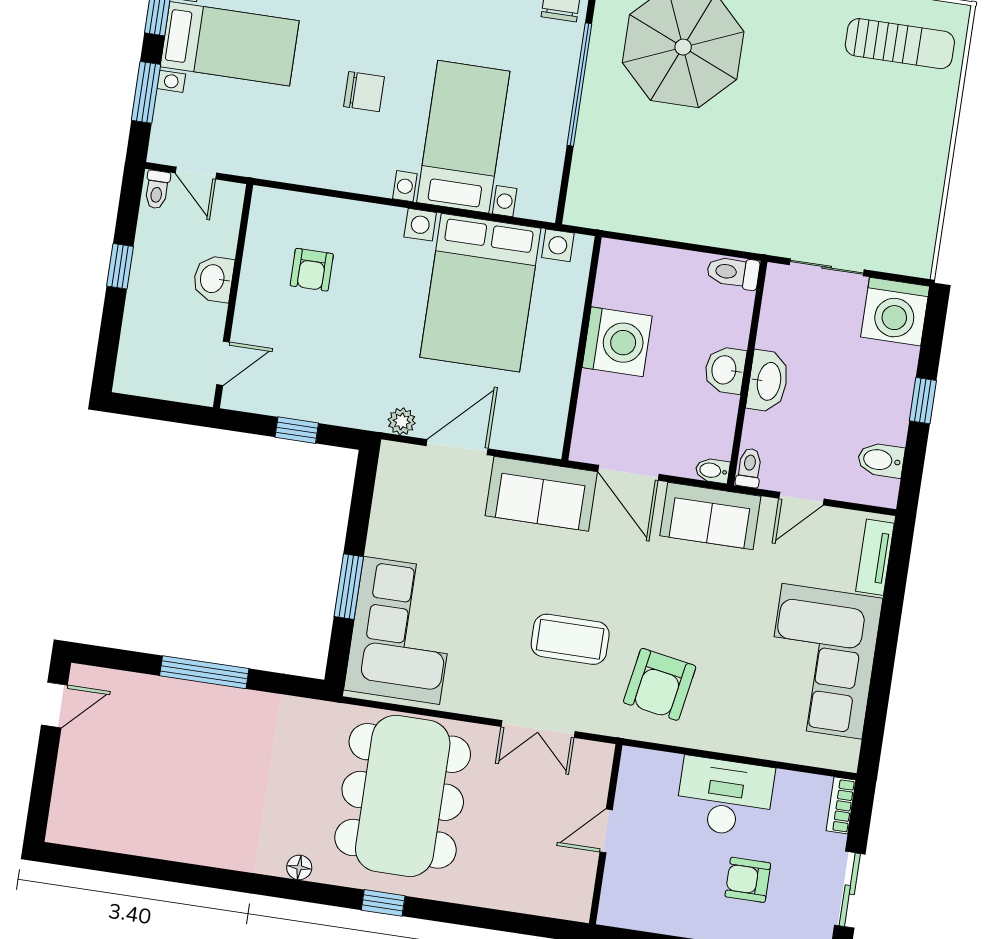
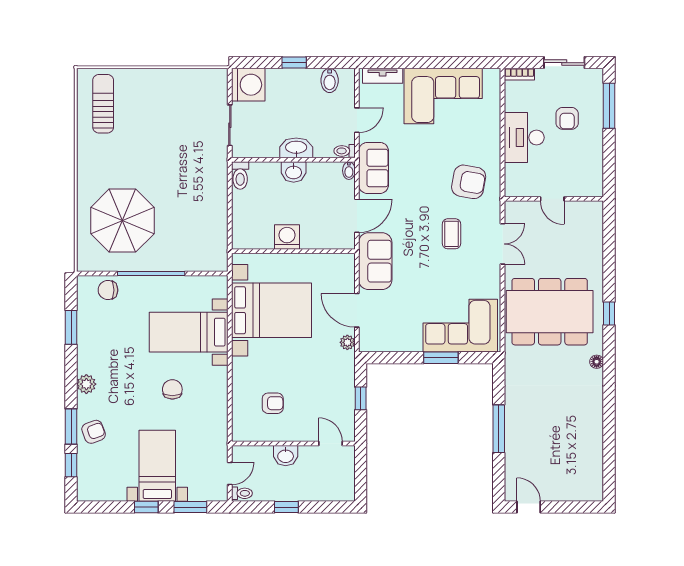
washing machine: (617, 342) -> (287, 237), width x0.73, depth x0.73
door: (801, 499) -> (357, 120), hinge flipped
coffee table: (570, 639) -> (451, 234), width x0.73, depth x0.77

